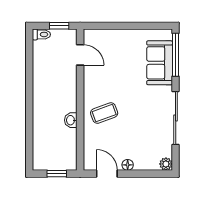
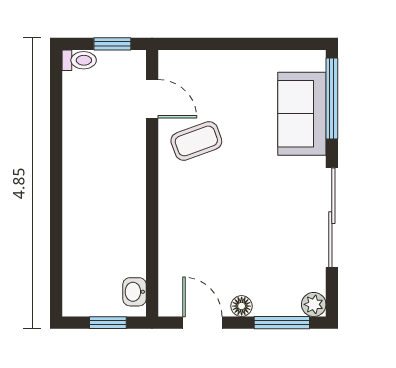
coffee table: (104, 113) -> (196, 141), moved
washbasin: (71, 120) -> (135, 292), moved
window: (149, 174) -> (282, 323), added

